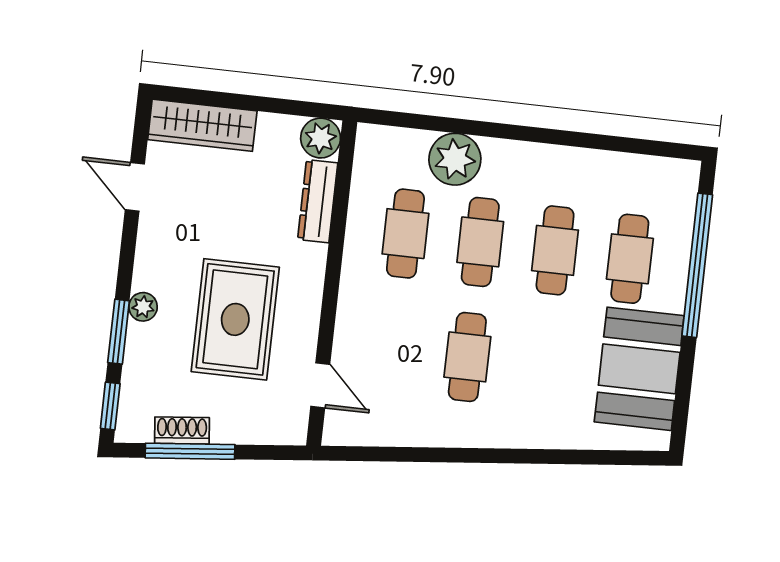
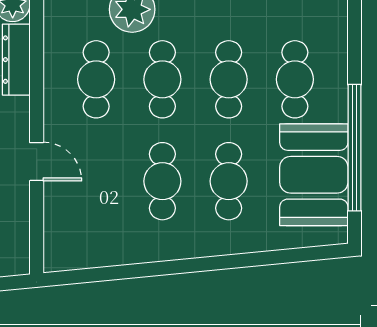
window: (697, 265) -> (355, 148), moved
cafe table: (542, 365) -> (229, 181), added
door: (320, 385) -> (37, 162), moved

